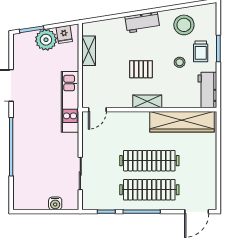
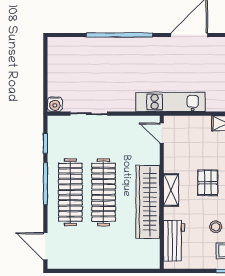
workbench: (207, 90) -> (174, 241), moved, turned 90
wardrobe: (182, 122) -> (148, 202), moved
water cooler: (55, 203) -> (55, 104), moved, turned -90

